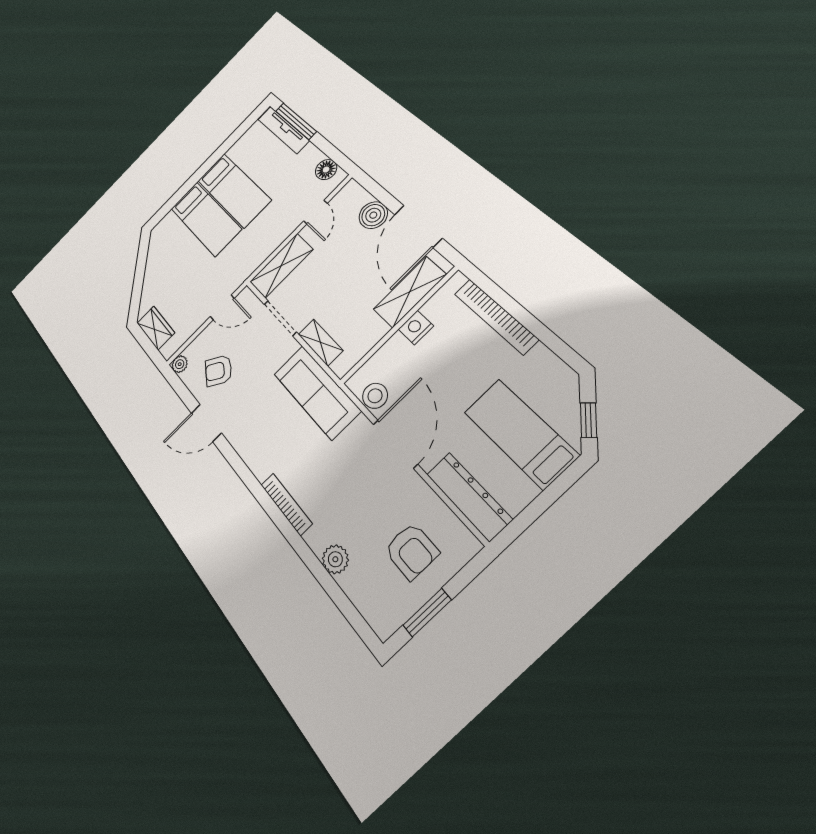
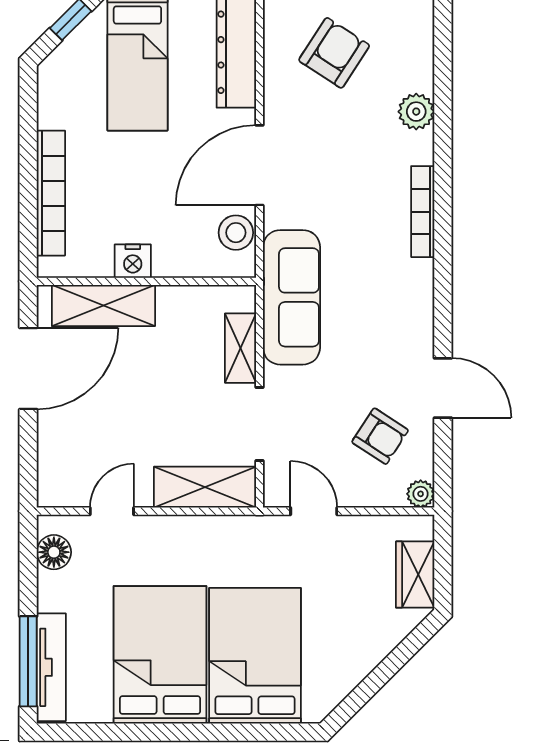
bed: (234, 190) -> (160, 655), width x1.50
boiler: (373, 215) -> (58, 434), removed
bed: (206, 219) -> (255, 656), width x1.50
armchair: (412, 551) -> (334, 53), turned 33

